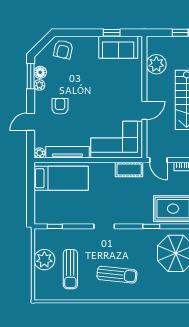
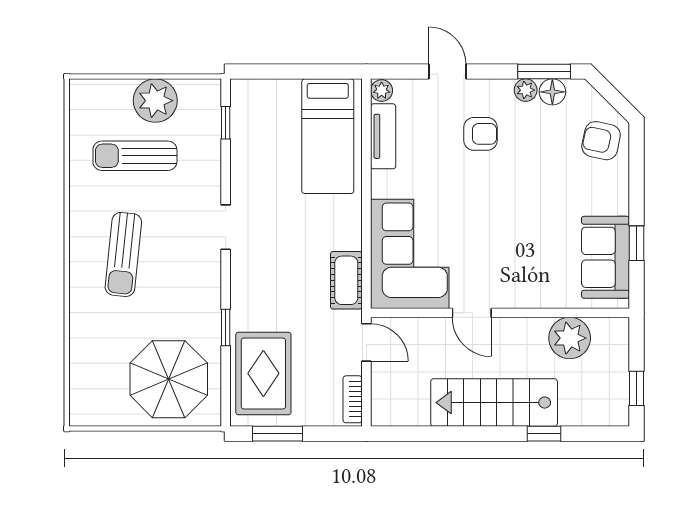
tv unit: (67, 152) -> (383, 136), width x0.71
door: (158, 160) -> (366, 342), swing flipped

